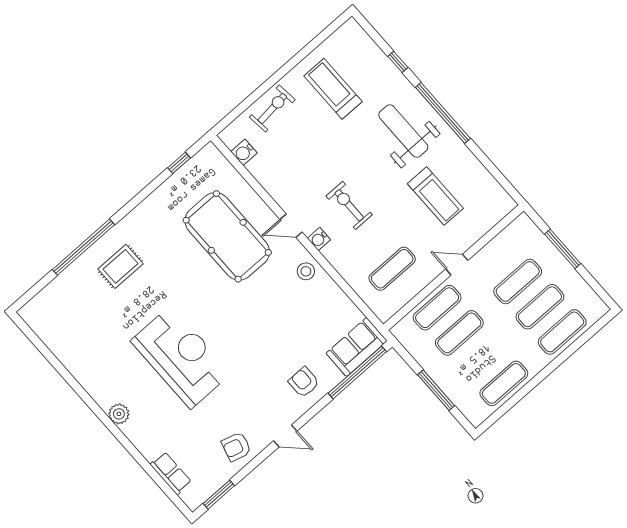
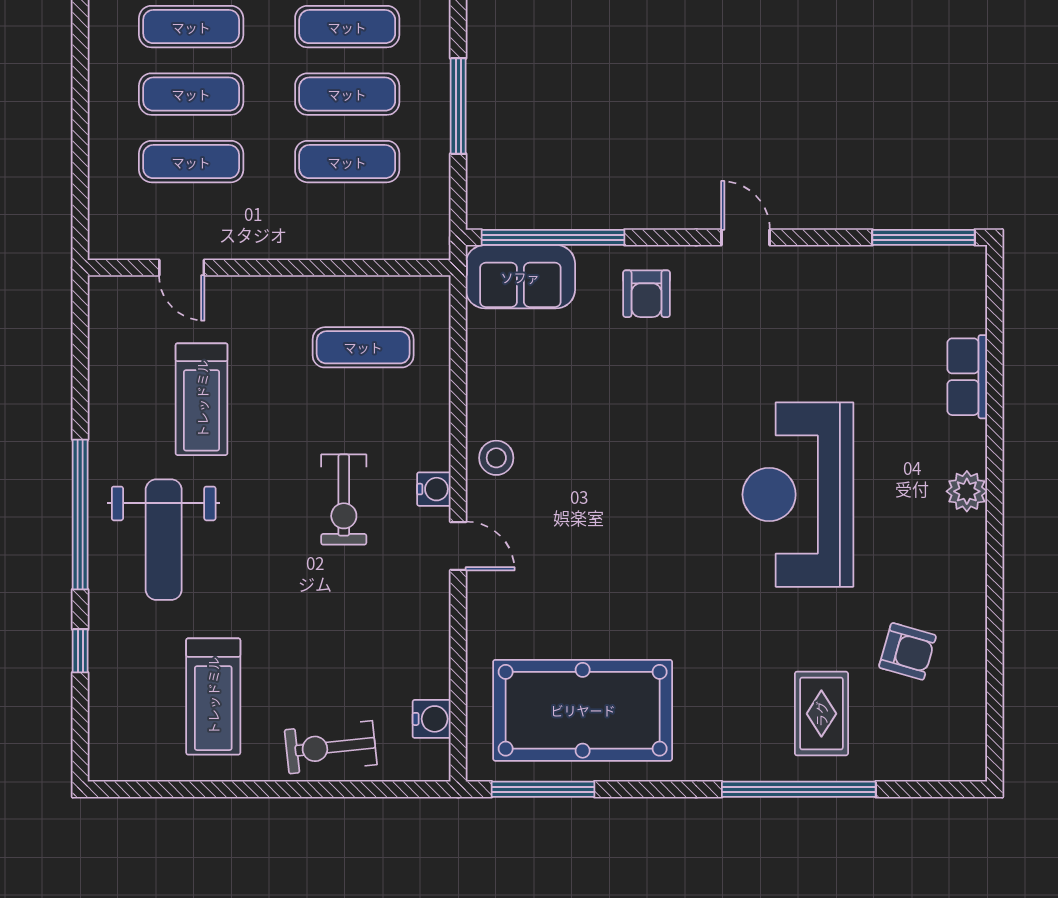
window: (179, 163) -> (543, 789), width x2.17
treadmill: (435, 196) -> (202, 399), turned 180
pool table: (227, 236) -> (583, 710), moved, turned 90
window: (563, 249) -> (80, 151), removed
door: (457, 265) -> (182, 268), moved
rug: (121, 266) -> (821, 714), moved, turned 90
exercise mat: (437, 308) -> (347, 94), moved
armchair: (236, 447) -> (907, 651), moved
row of seats: (171, 473) -> (967, 377), moved
window: (219, 495) -> (924, 237), width x1.44

